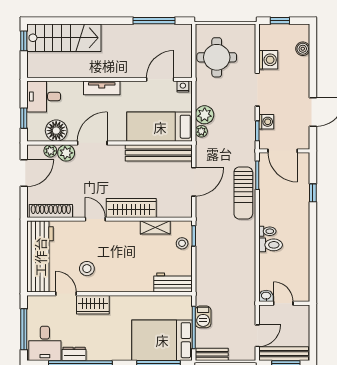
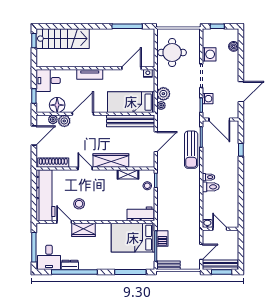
bed: (162, 340) -> (133, 238), moved

